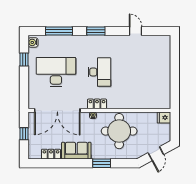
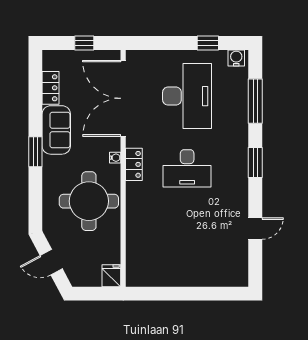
window: (102, 163) -> (35, 152), moved

